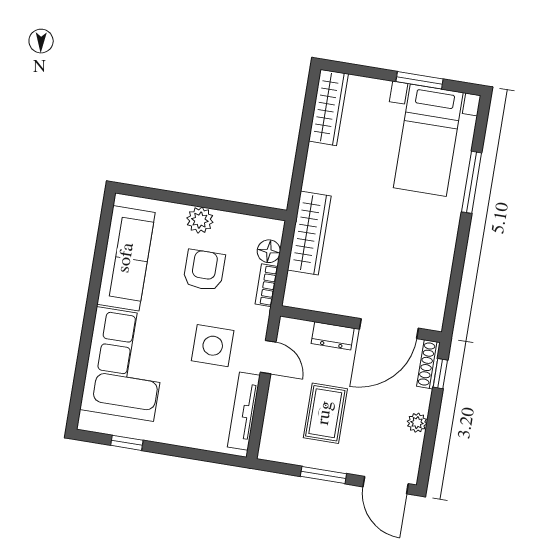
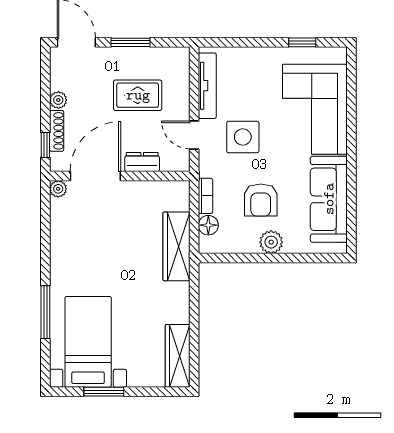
plant: (434, 321) -> (58, 189), added
shoe rack: (429, 364) -> (57, 131), moved
rug: (325, 413) -> (138, 95), turned 90

